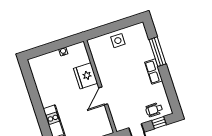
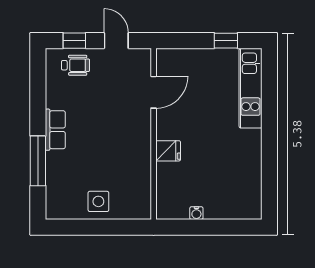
fridge: (86, 76) -> (168, 151), width x0.53, depth x0.75
door: (103, 96) -> (154, 92), moved

